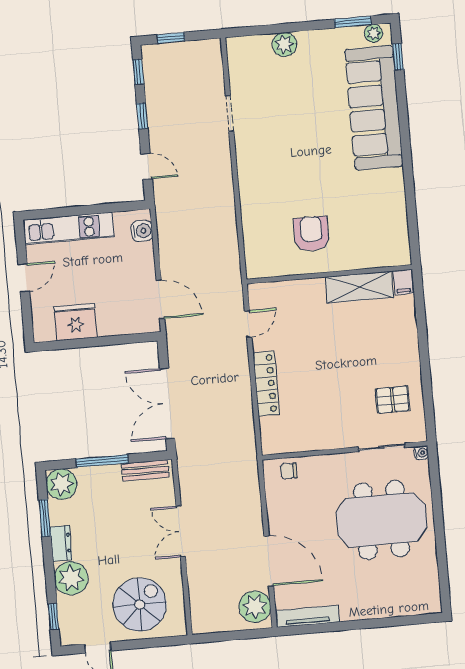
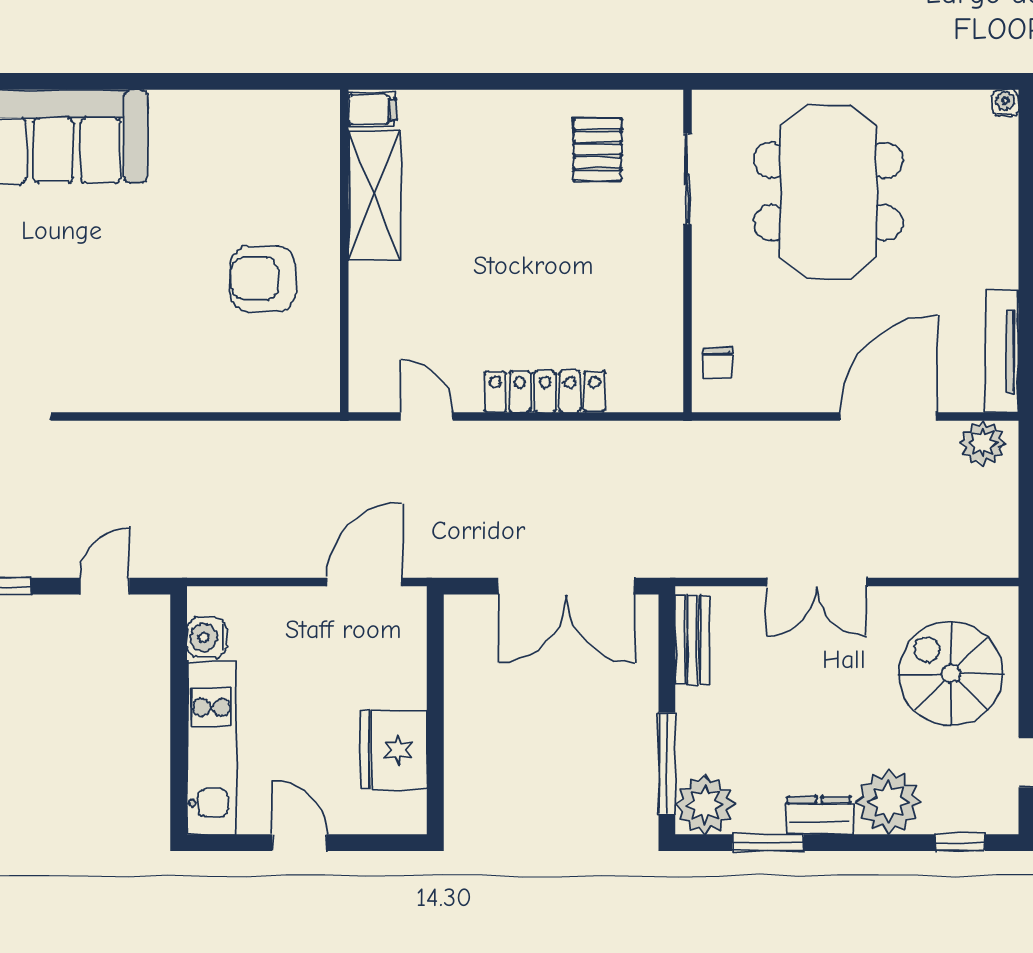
water cooler: (142, 231) -> (207, 637), moved, turned -90
water cooler: (421, 453) -> (1005, 103), moved
window: (102, 461) -> (667, 763), moved
plant: (255, 607) -> (983, 443), width x0.73, depth x0.73

